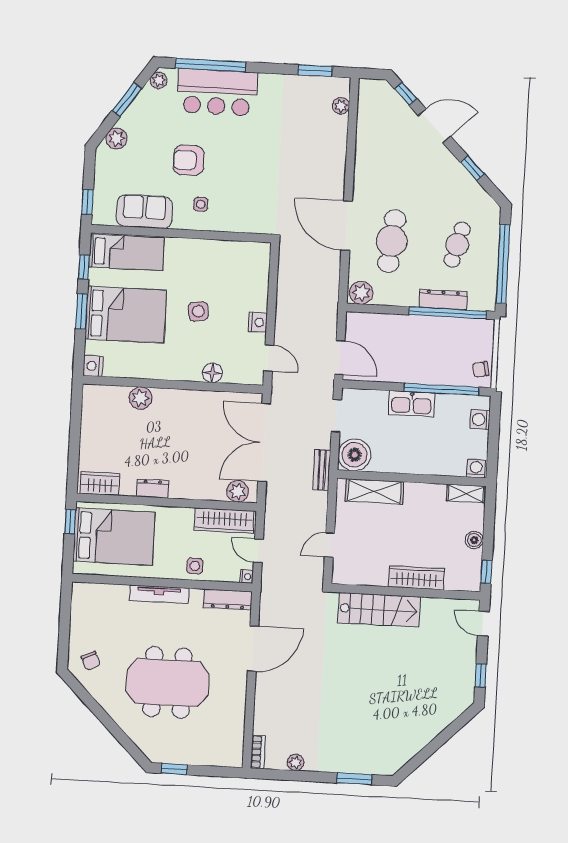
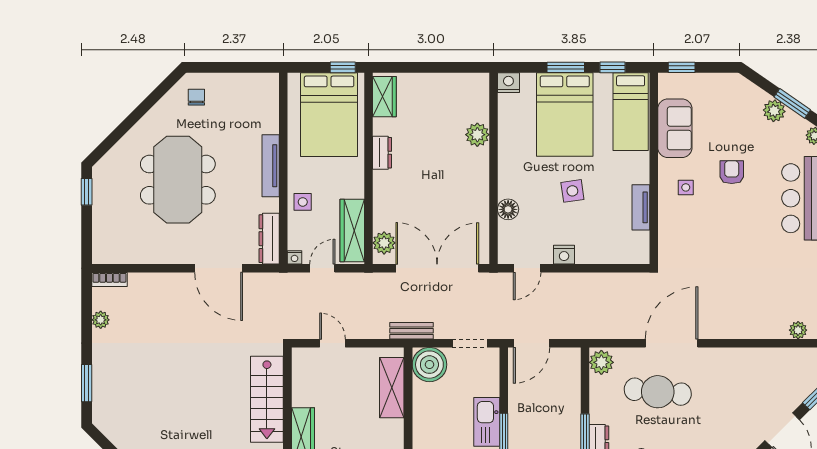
plant: (116, 138) -> (774, 111), moved
armchair: (189, 160) -> (732, 172), width x0.72, depth x0.72
tv unit: (217, 248) -> (641, 207), added
chair: (91, 661) -> (196, 97), turned 115

